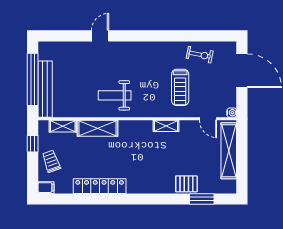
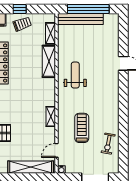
treadmill: (180, 87) -> (82, 128), turned 90
window: (33, 144) -> (20, 9), moved

